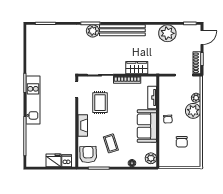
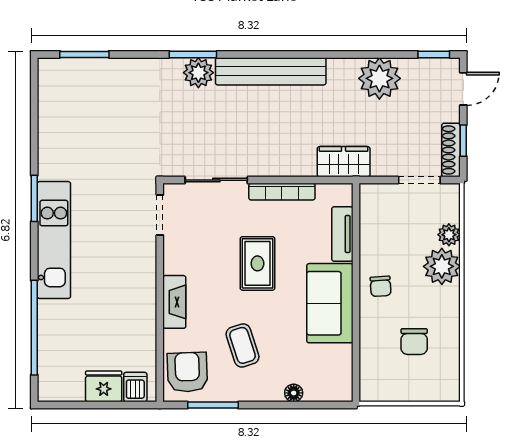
wardrobe: (137, 68) -> (344, 162), moved
rug: (100, 103) -> (257, 263), moved
plant: (151, 158) -> (339, 381), removed

